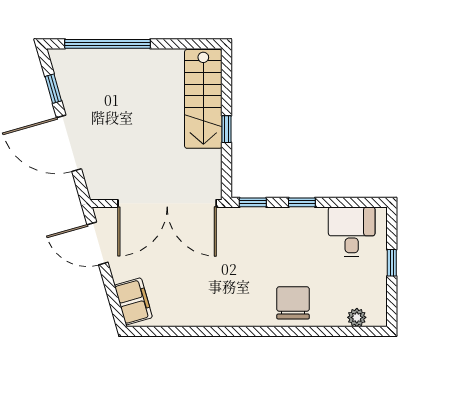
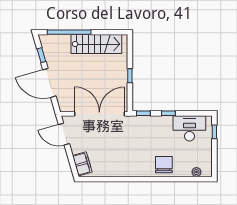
stairs: (203, 99) -> (96, 44), moved, turned -90
double door: (167, 203) -> (99, 114), swing flipped
desk: (352, 232) -> (189, 128), width x1.37
window: (392, 263) -> (214, 132), moved

